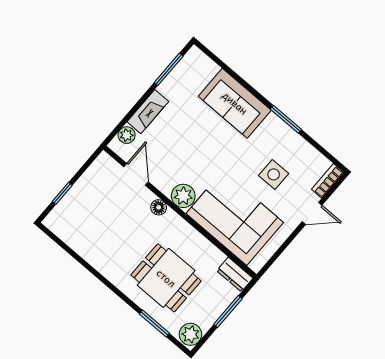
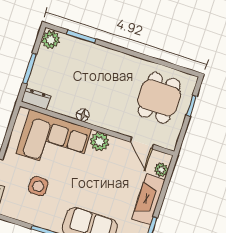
fireplace: (148, 112) -> (148, 199), width x1.37, depth x1.32
floor lamp: (159, 207) -> (83, 115), moved
dining table: (166, 278) -> (159, 98), moved, turned 90

